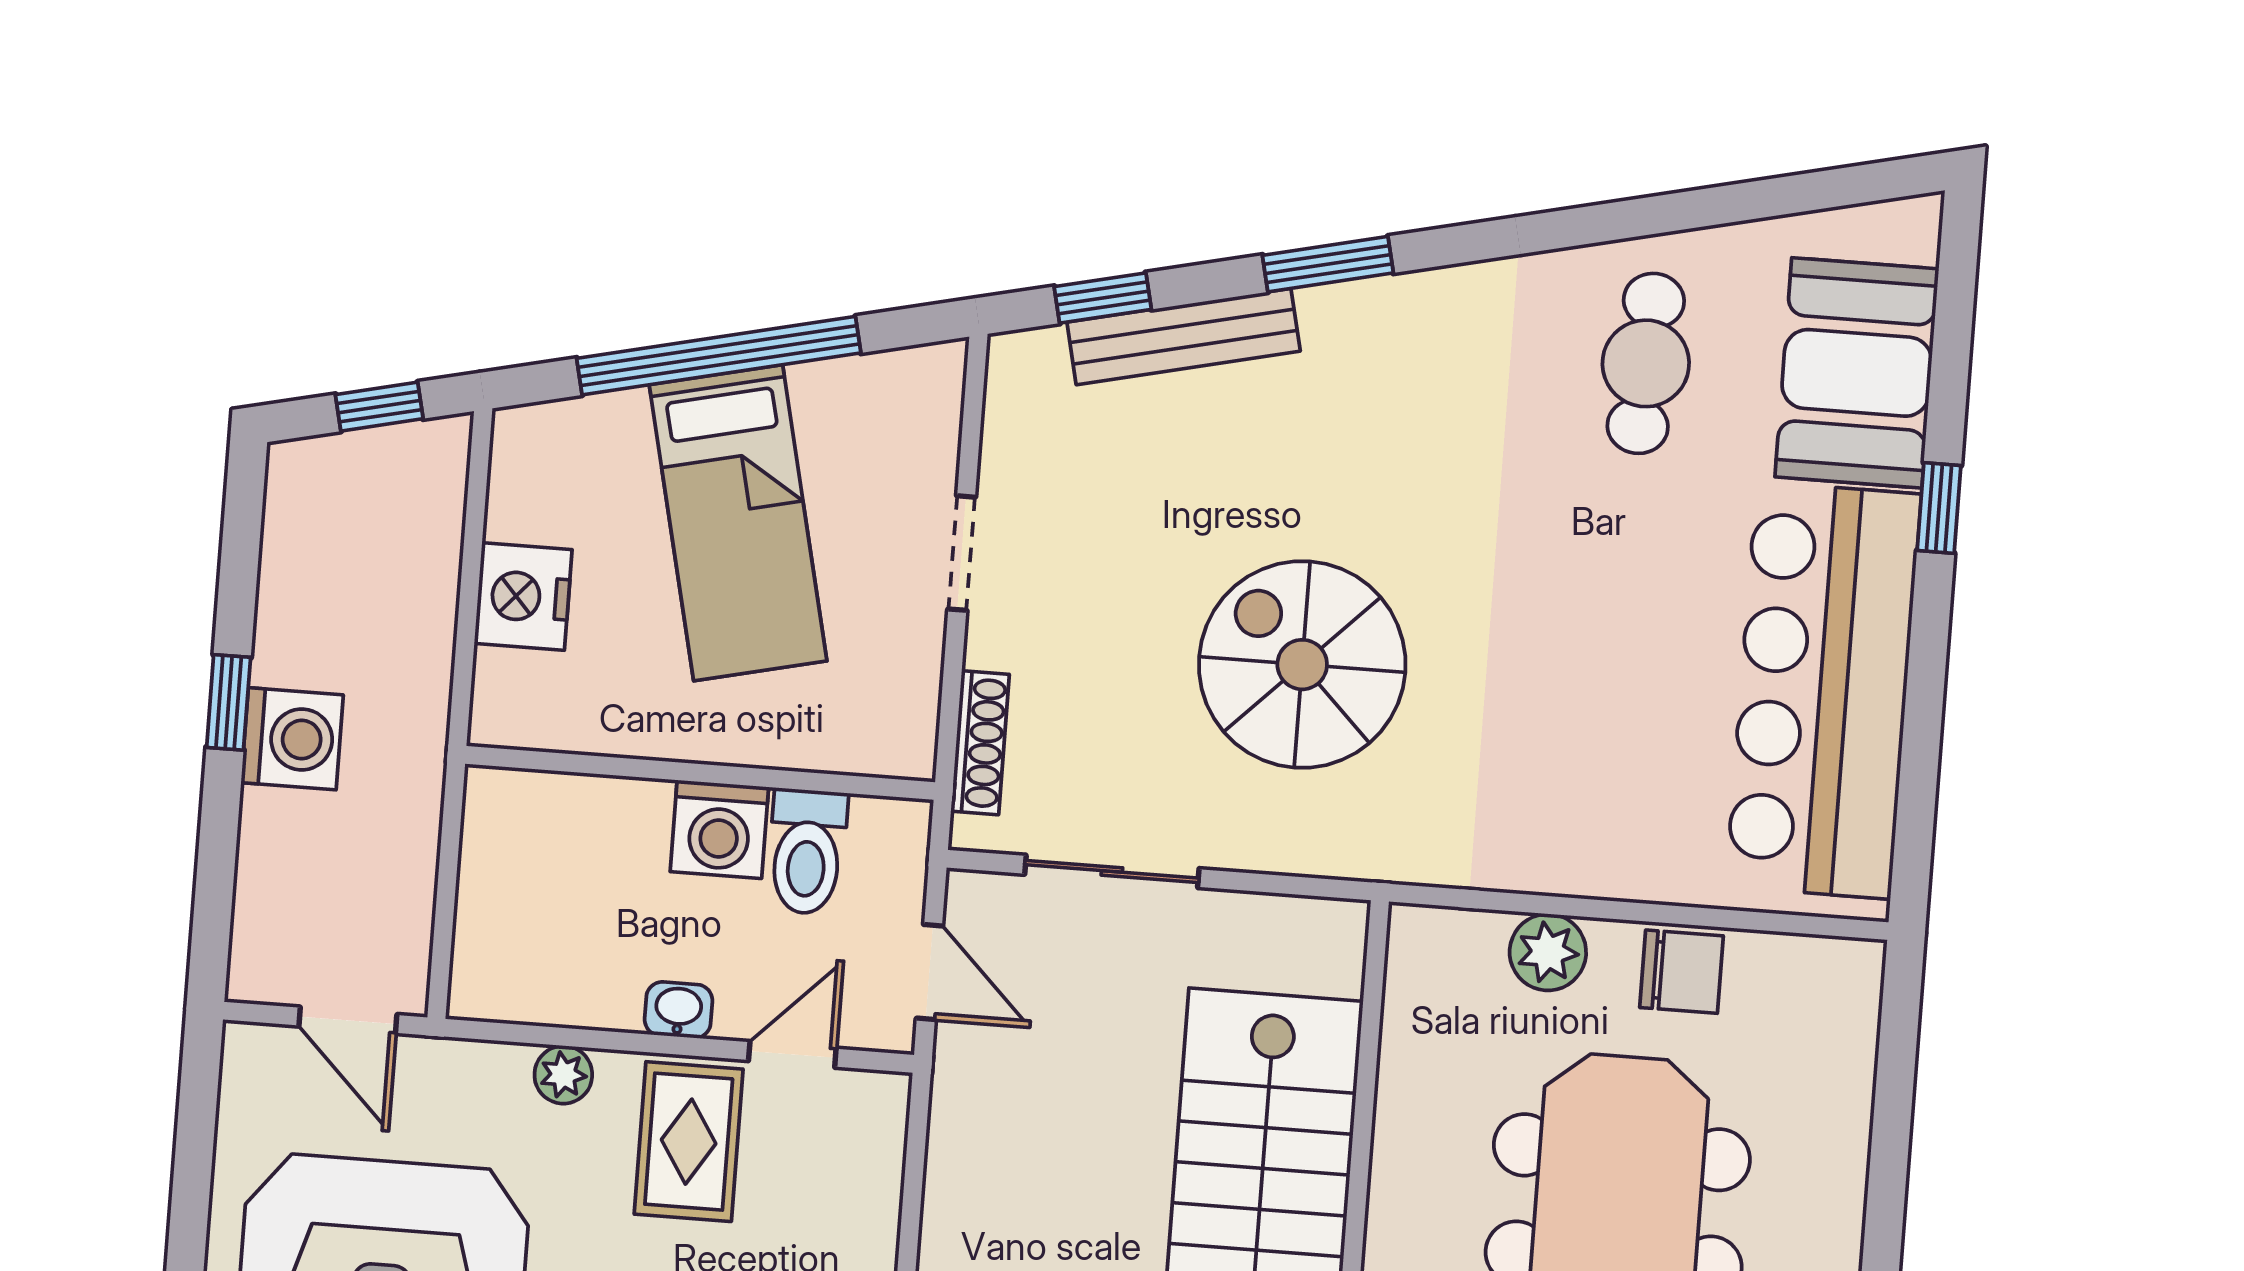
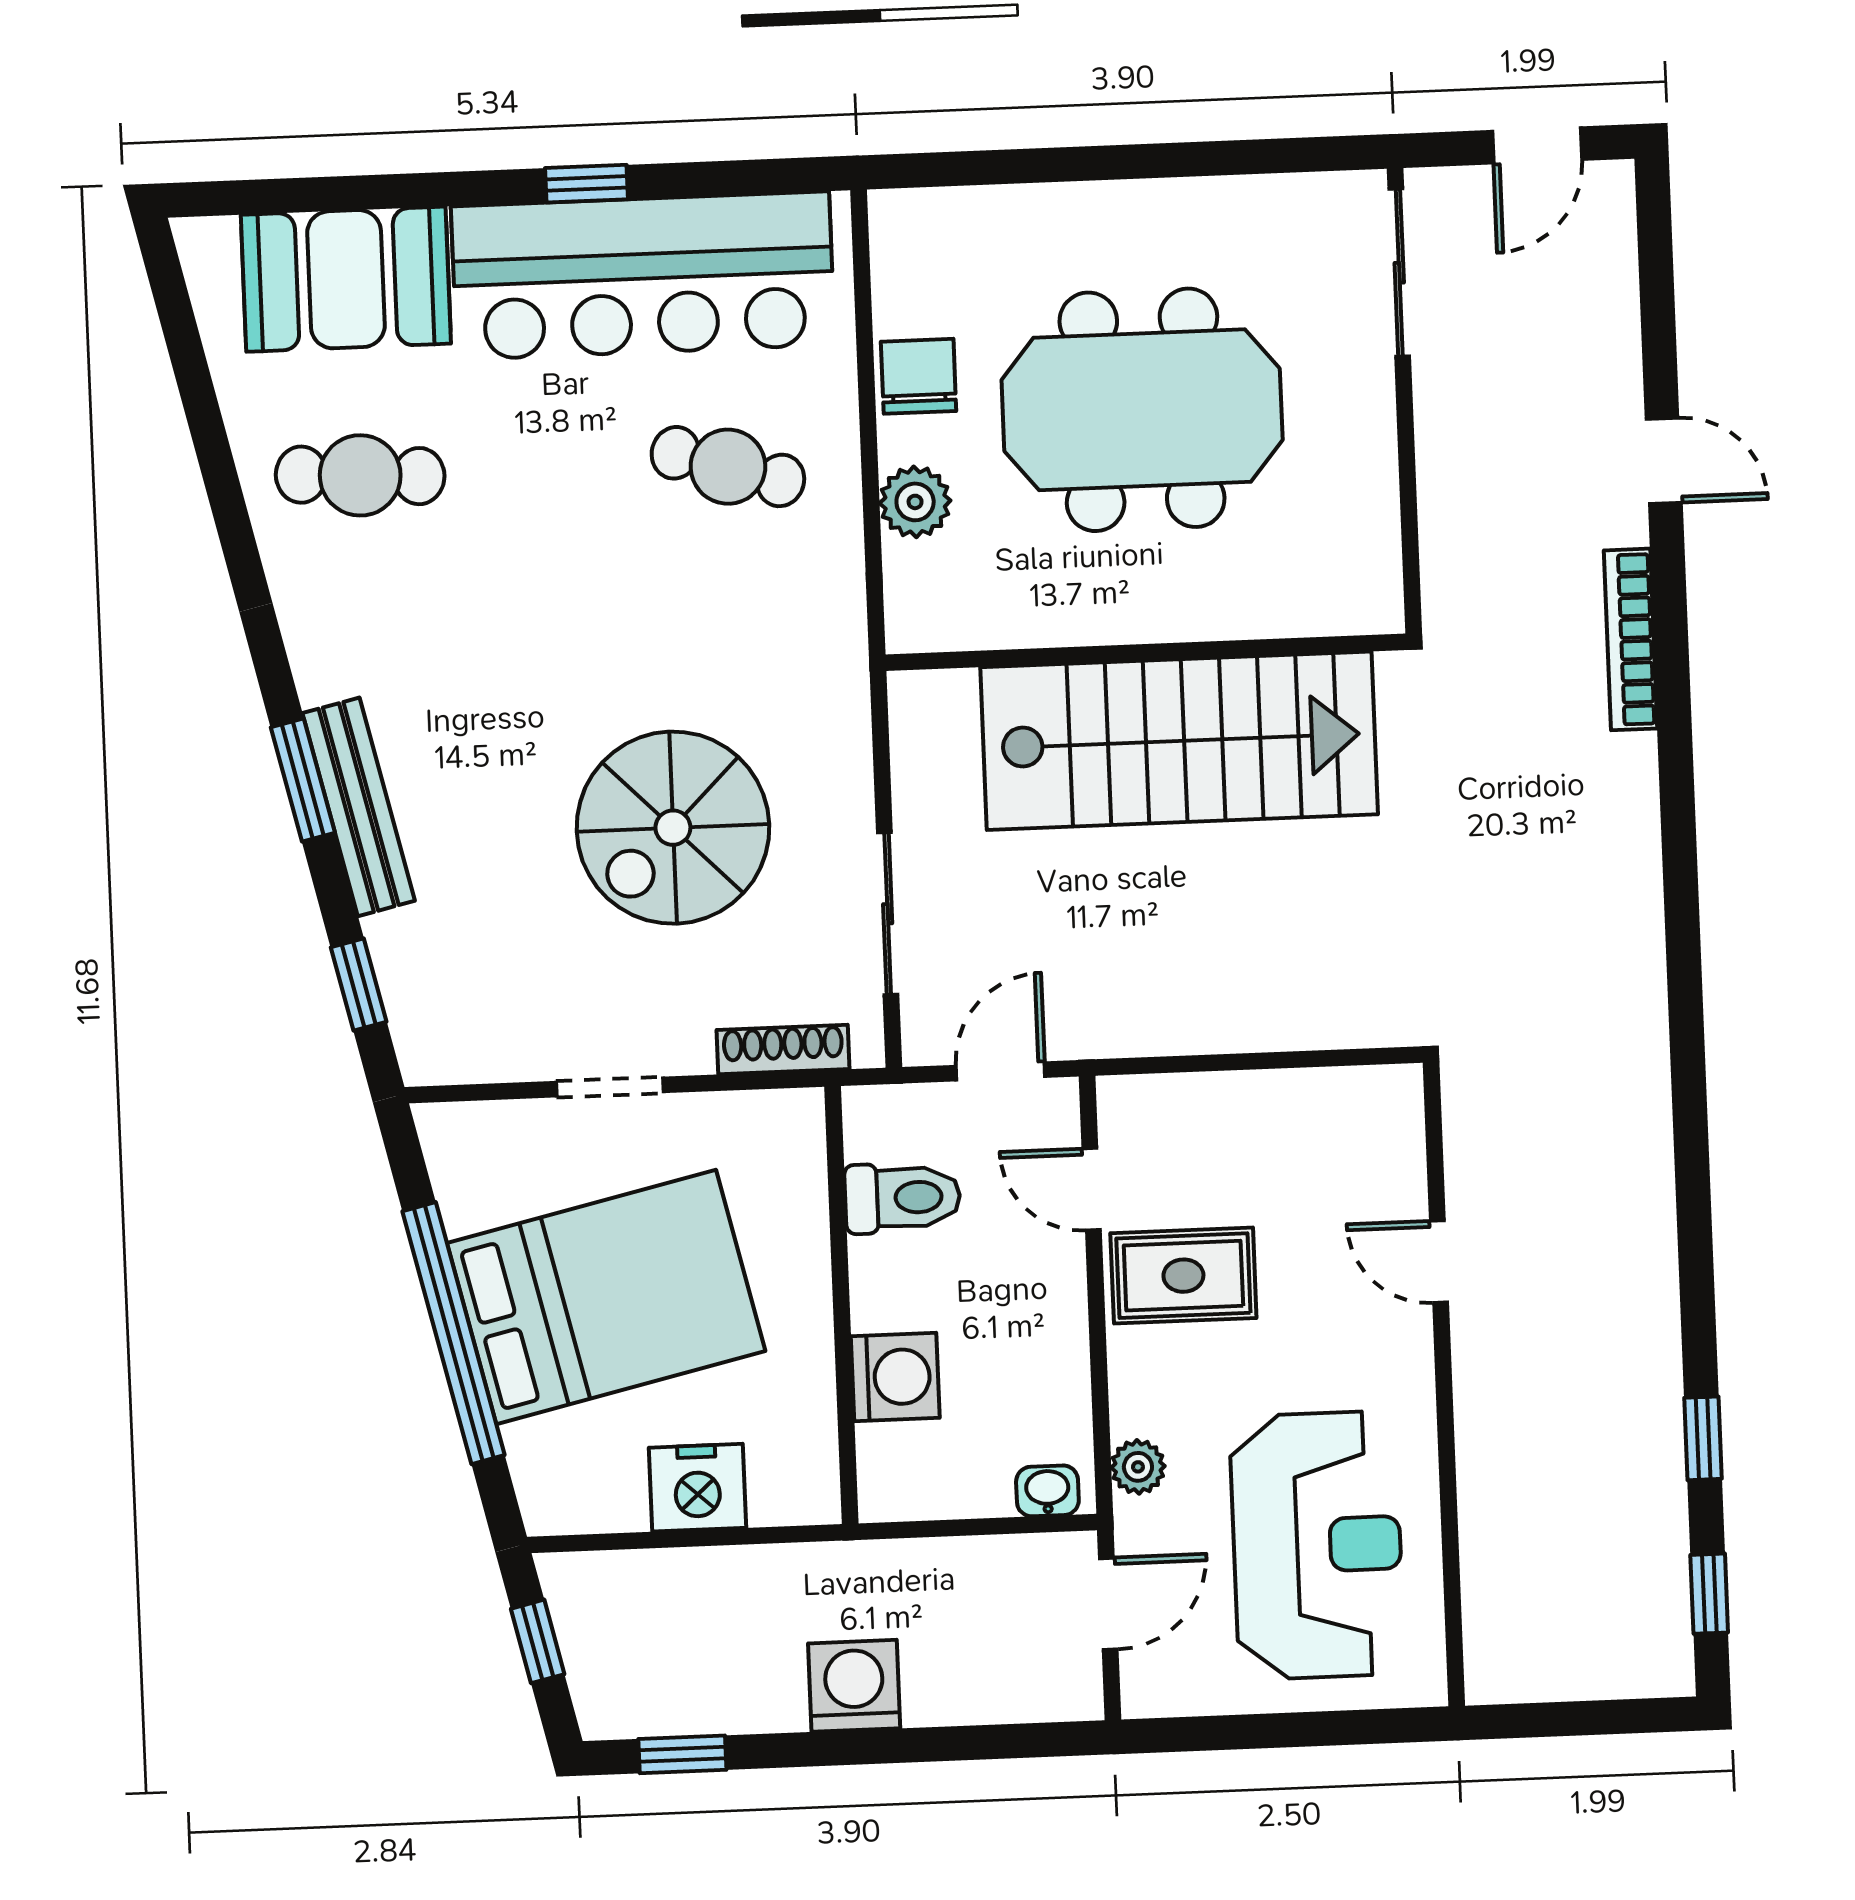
bench: (1184, 337) -> (359, 807), moved
window: (1939, 508) -> (586, 184), moved
bed: (738, 523) -> (606, 1297), width x1.50
spiral stairs: (1302, 665) -> (673, 828), moved
window: (229, 702) -> (682, 1754), moved
cafe table: (1609, 757) -> (728, 467), added
washing machine: (719, 829) -> (895, 1377), moved
washbasin: (678, 1010) -> (1047, 1491), moved, turned 90
plant: (563, 1075) -> (1138, 1467), moved

